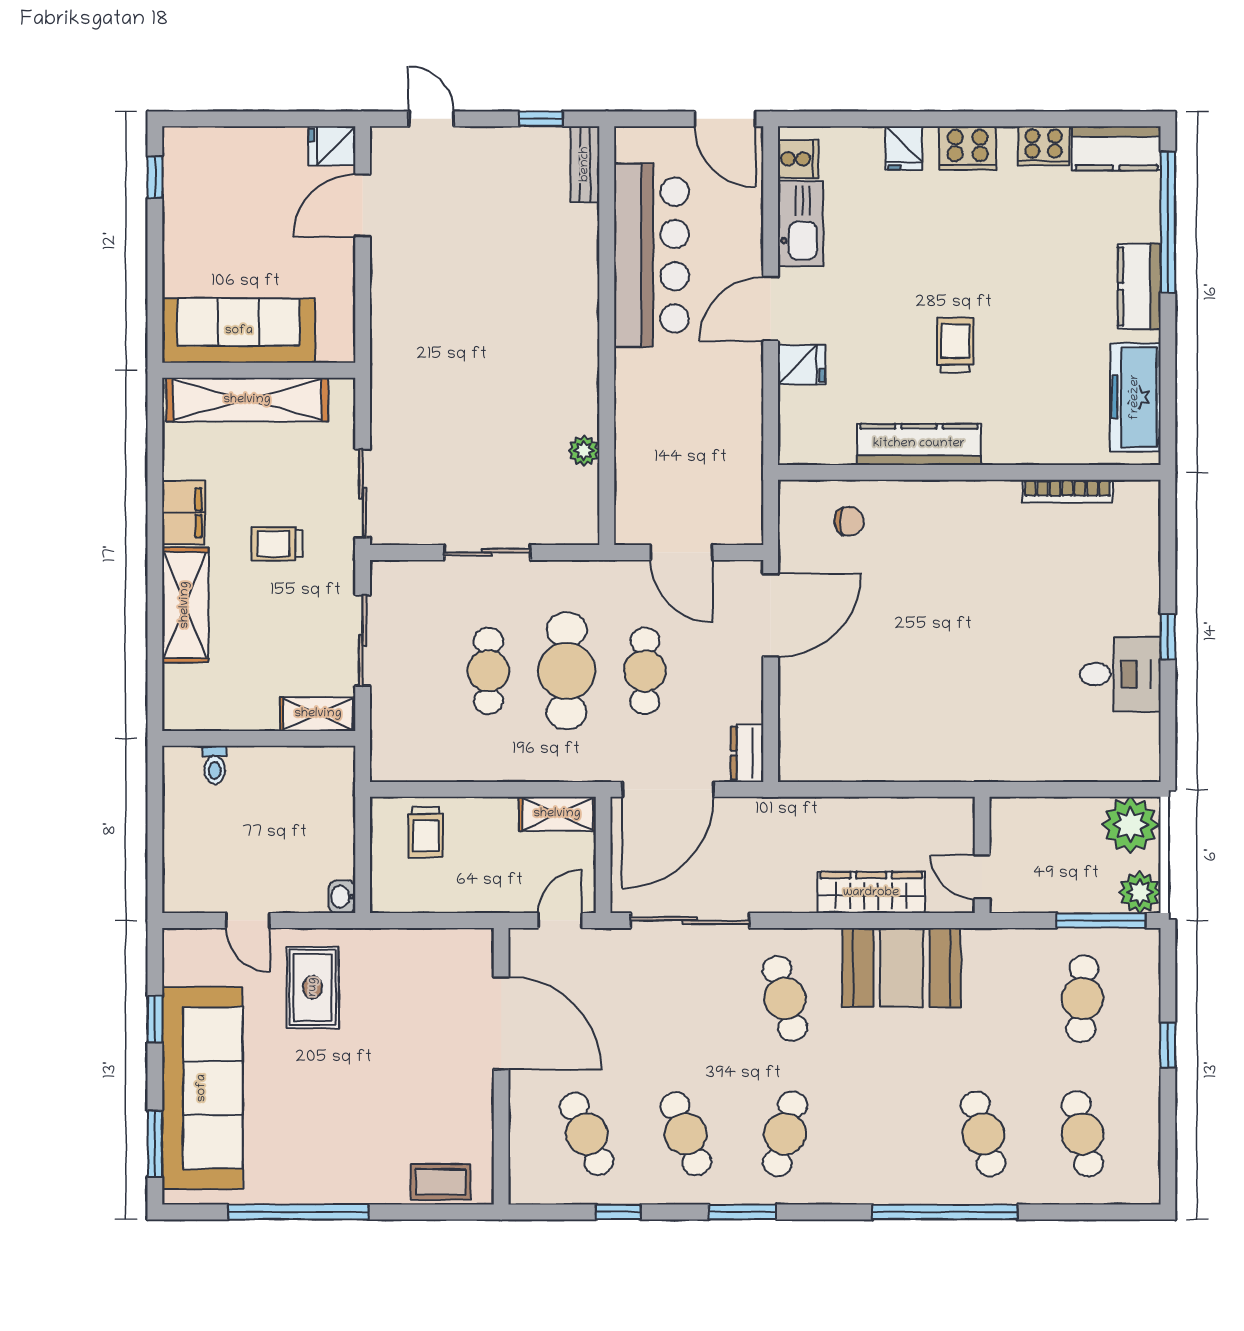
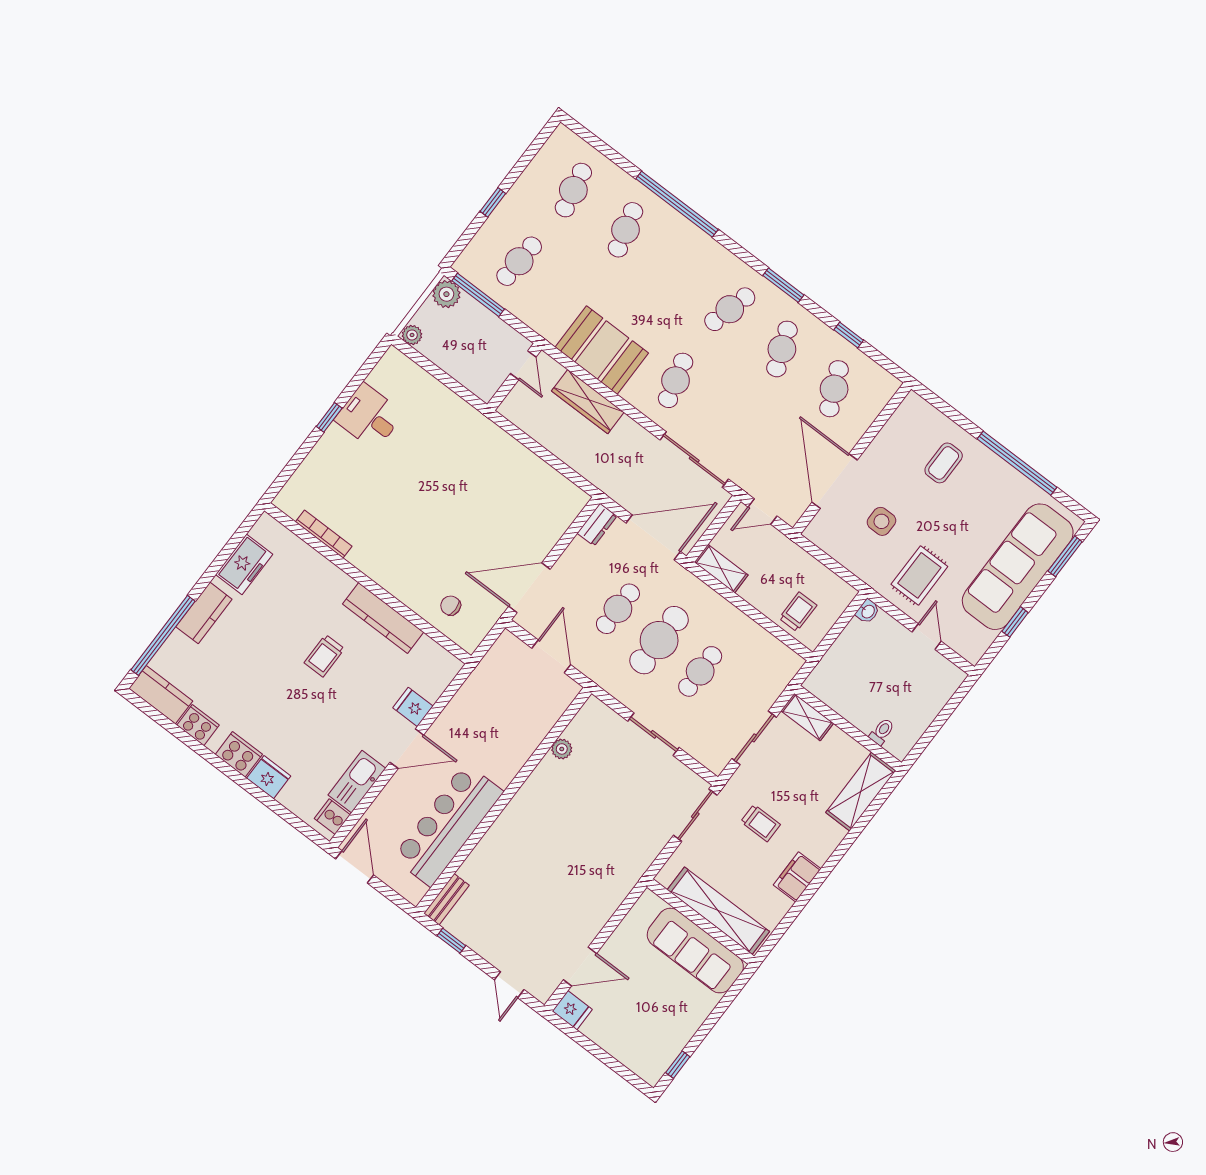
fridge: (904, 148) -> (269, 777), width x1.38
freezer: (1135, 397) -> (244, 564), width x0.71
shelving: (185, 605) -> (861, 792), moved
plant: (1131, 825) -> (412, 335), width x0.53, depth x0.53
side table: (408, 1018) -> (881, 521), added
coffee table: (441, 1182) -> (944, 463), moved, turned 90

